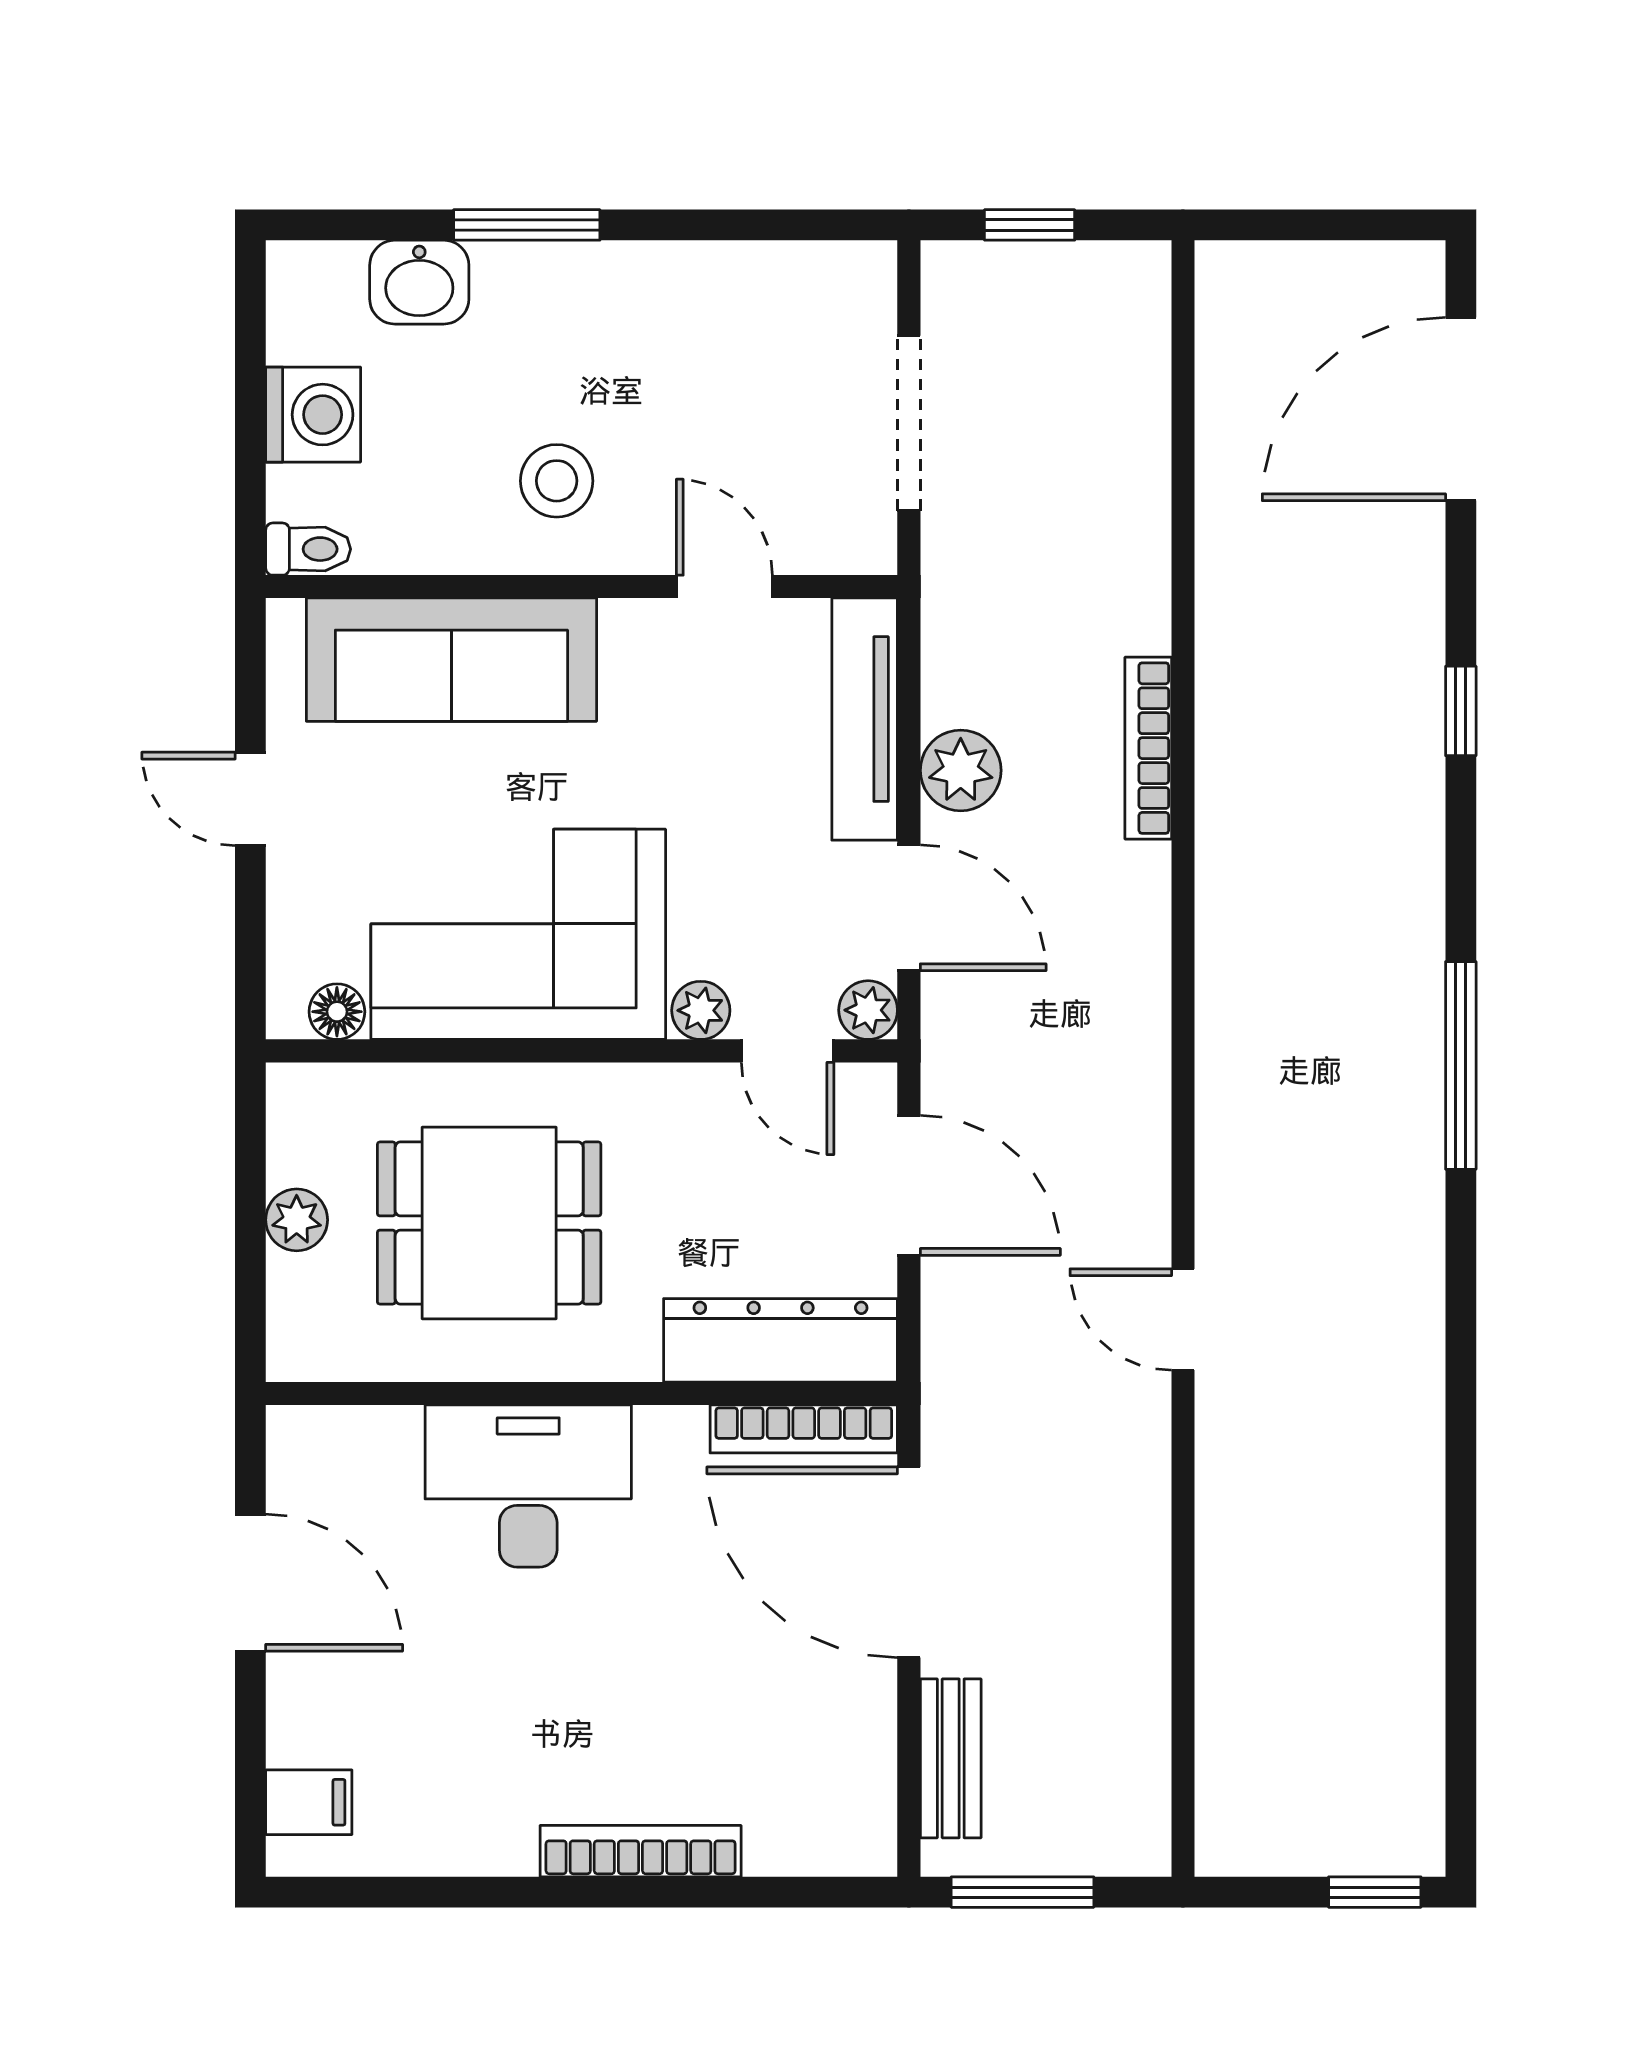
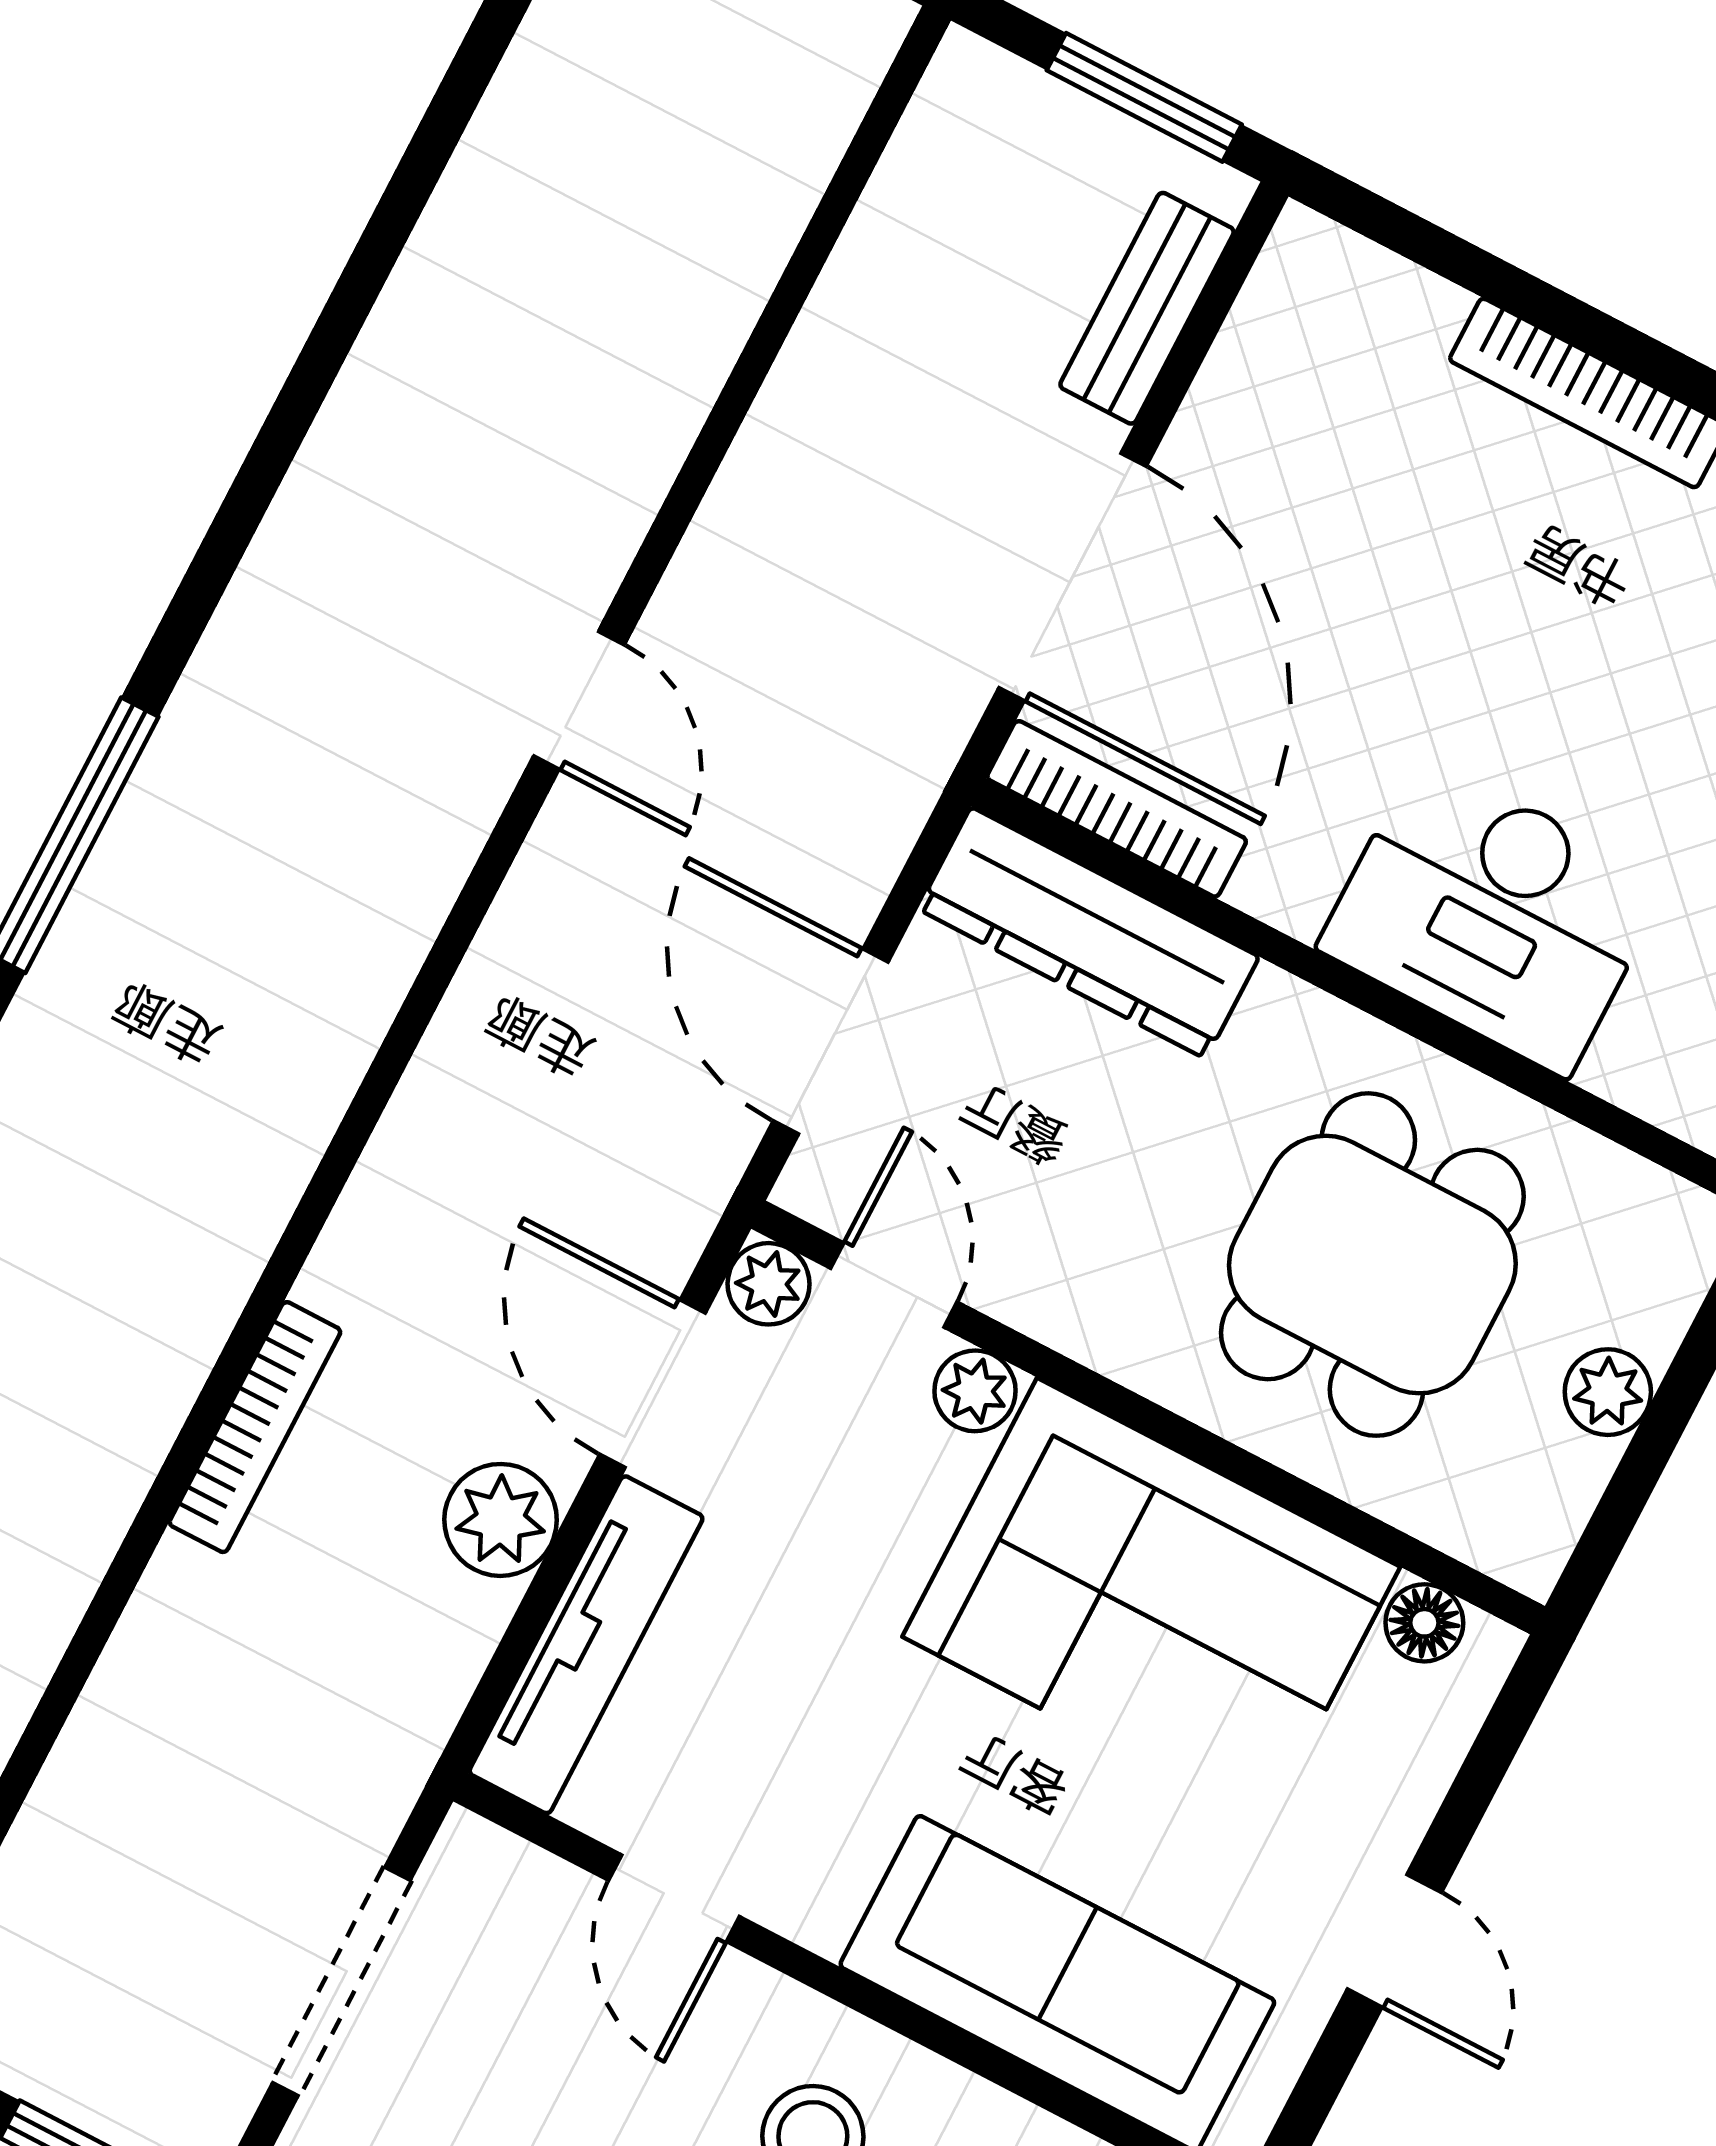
dining table: (489, 1223) -> (1372, 1265), turned 90

